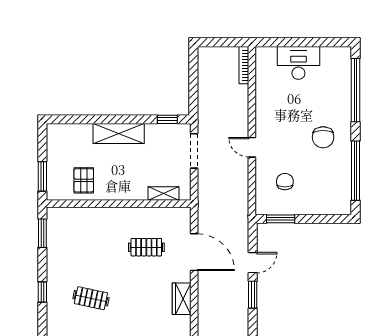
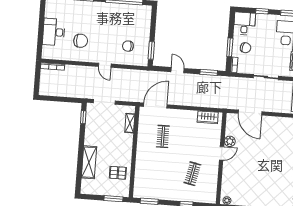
shelving: (119, 134) -> (89, 162), moved
chair: (323, 137) -> (81, 41), moved
door: (252, 147) -> (105, 65), hinge flipped
door: (194, 252) -> (155, 106), moved
window: (253, 295) -> (209, 72), moved
wardrobe: (182, 299) -> (208, 117), moved

